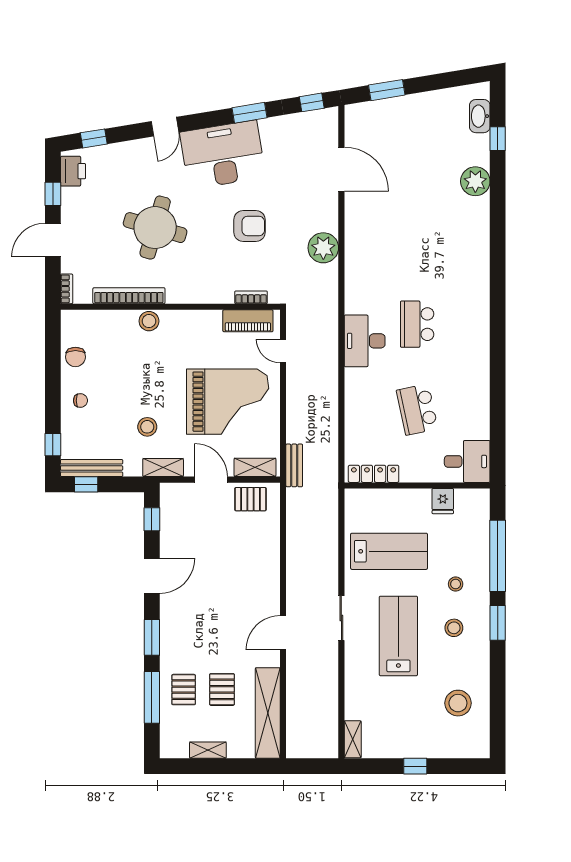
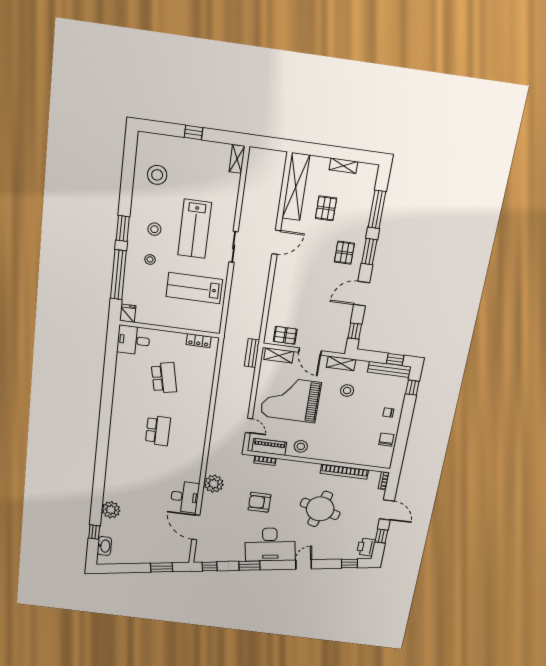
door: (53, 240) -> (387, 510), hinge flipped
stool: (149, 321) -> (301, 446), moved
desk: (365, 341) -> (185, 497), moved
locker: (374, 474) -> (199, 341), width x0.66
fridge: (443, 501) -> (128, 313), moved
pallet: (184, 690) -> (344, 253), moved

